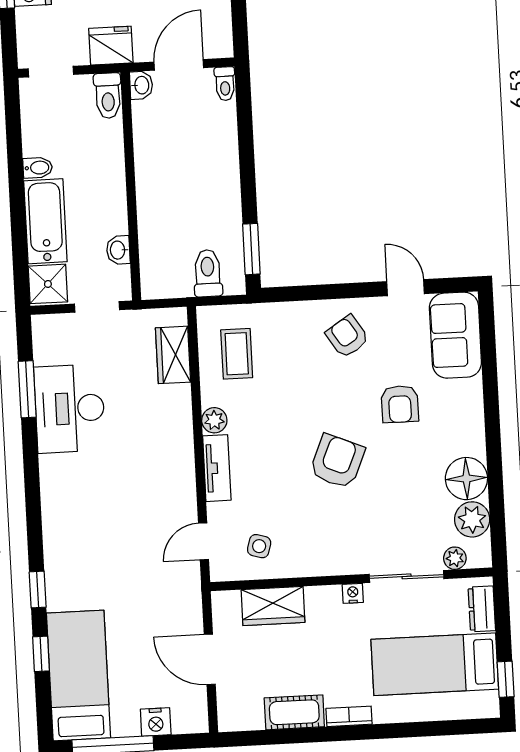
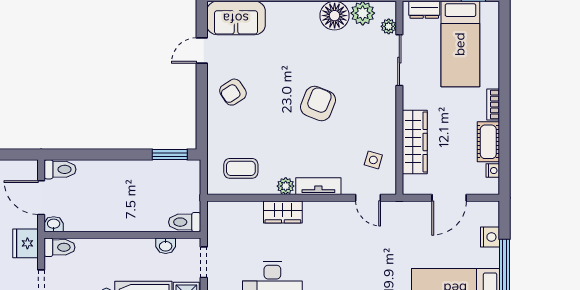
toilet: (225, 84) -> (60, 169), width x1.37, depth x1.39
toilet: (208, 273) -> (185, 222), moved
wardrobe: (173, 355) -> (283, 212), moved
armchair: (400, 404) -> (281, 59), removed
armchair: (337, 461) -> (318, 103), turned 89
nightstand: (353, 593) -> (493, 171), moved, turned 180
wardrobe: (273, 606) -> (415, 142), width x1.50

